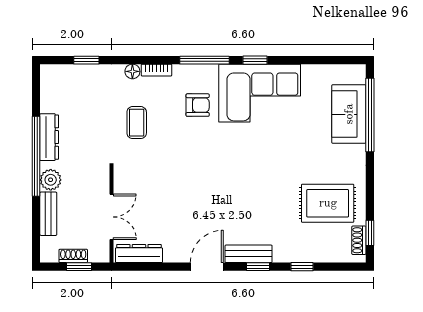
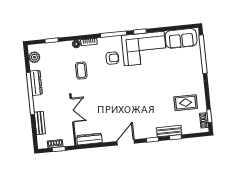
sofa: (349, 114) -> (181, 38), moved, turned -90
plant: (51, 180) -> (34, 57), moved
rug: (328, 203) -> (186, 103), width x0.73, depth x0.70
double door: (112, 217) -> (72, 110), moved
bench: (249, 254) -> (169, 131), moved

